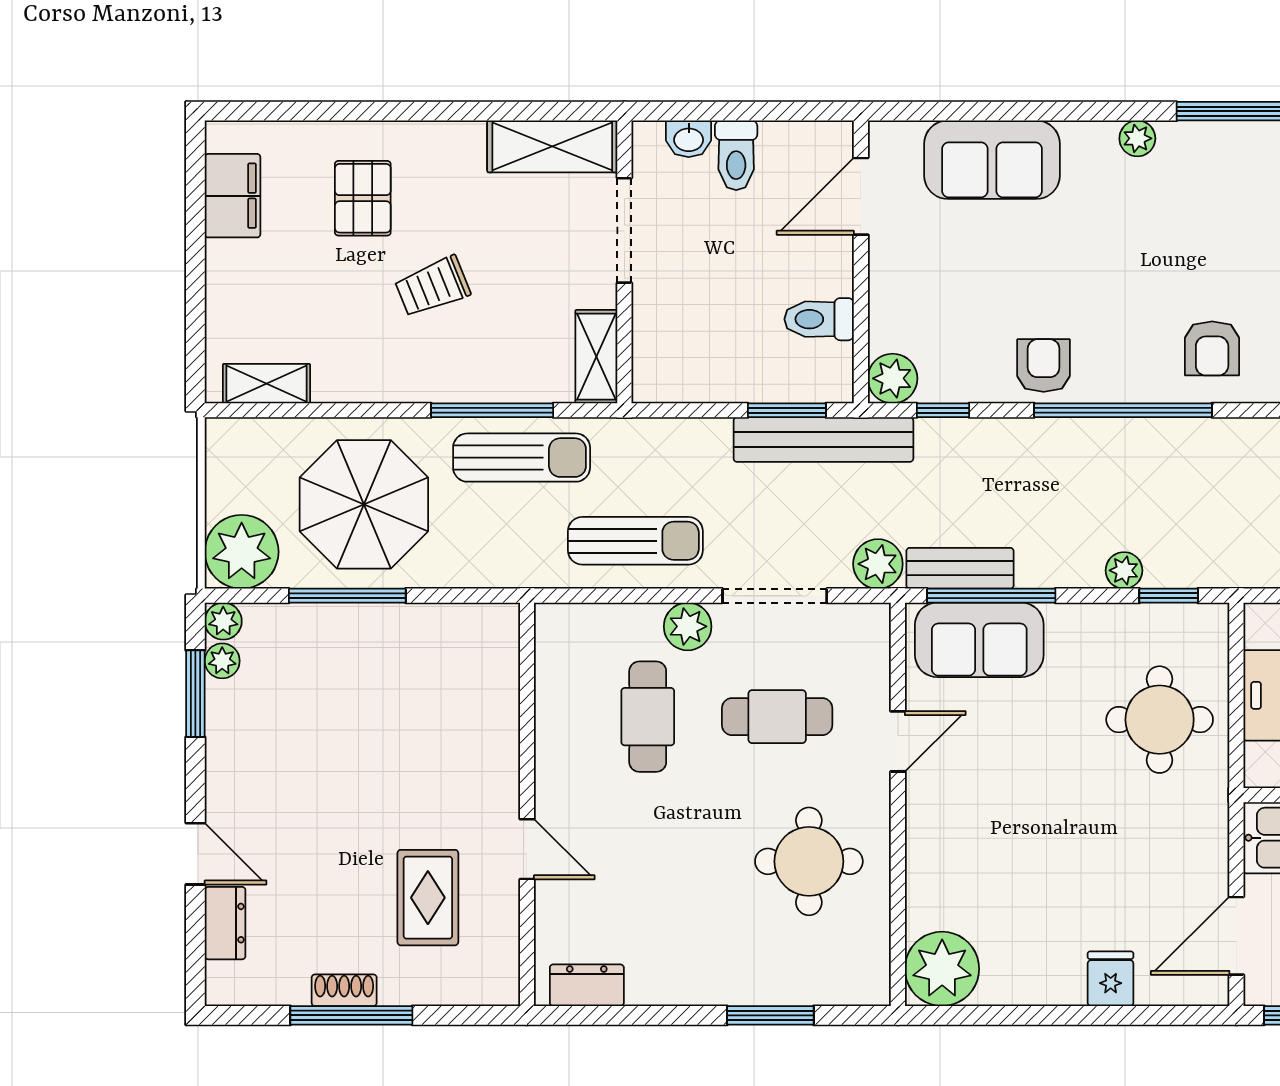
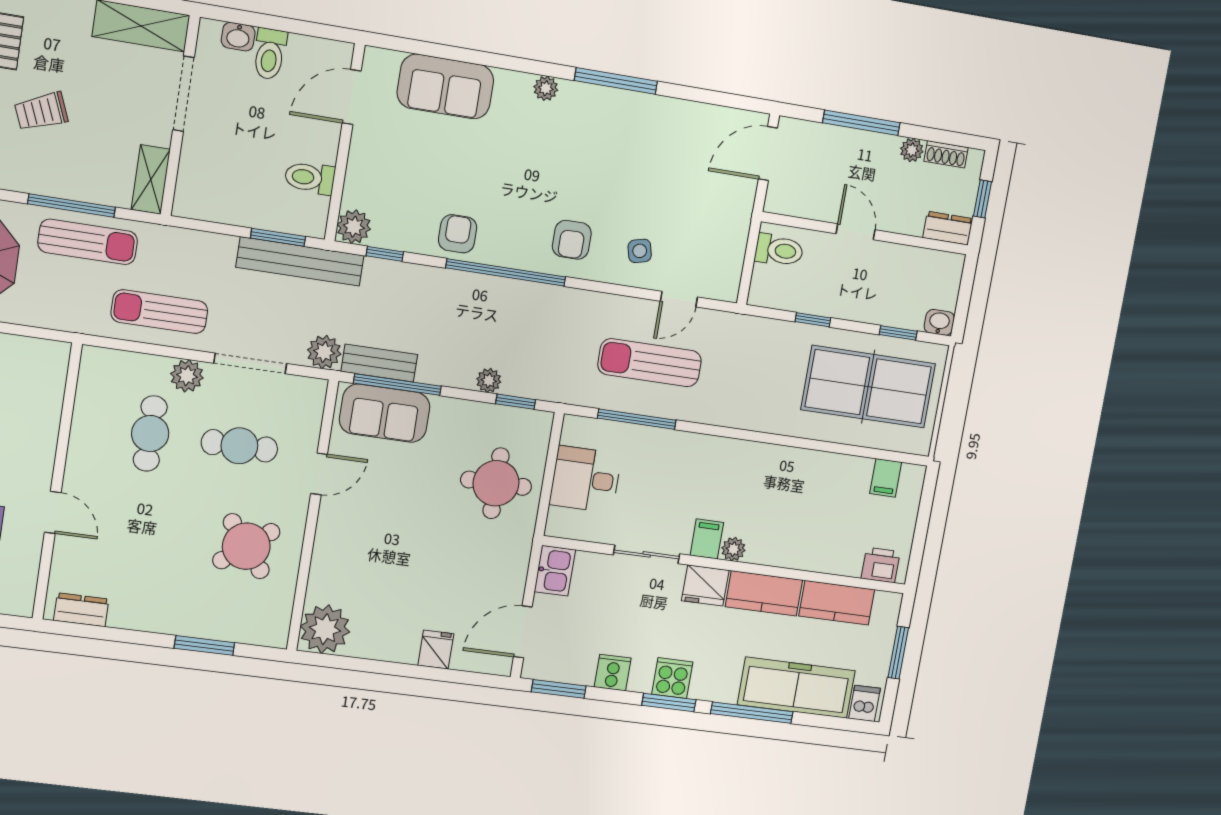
sun lounger: (635, 541) -> (159, 312), turned 180
round table: (809, 861) -> (246, 546), turned -38

